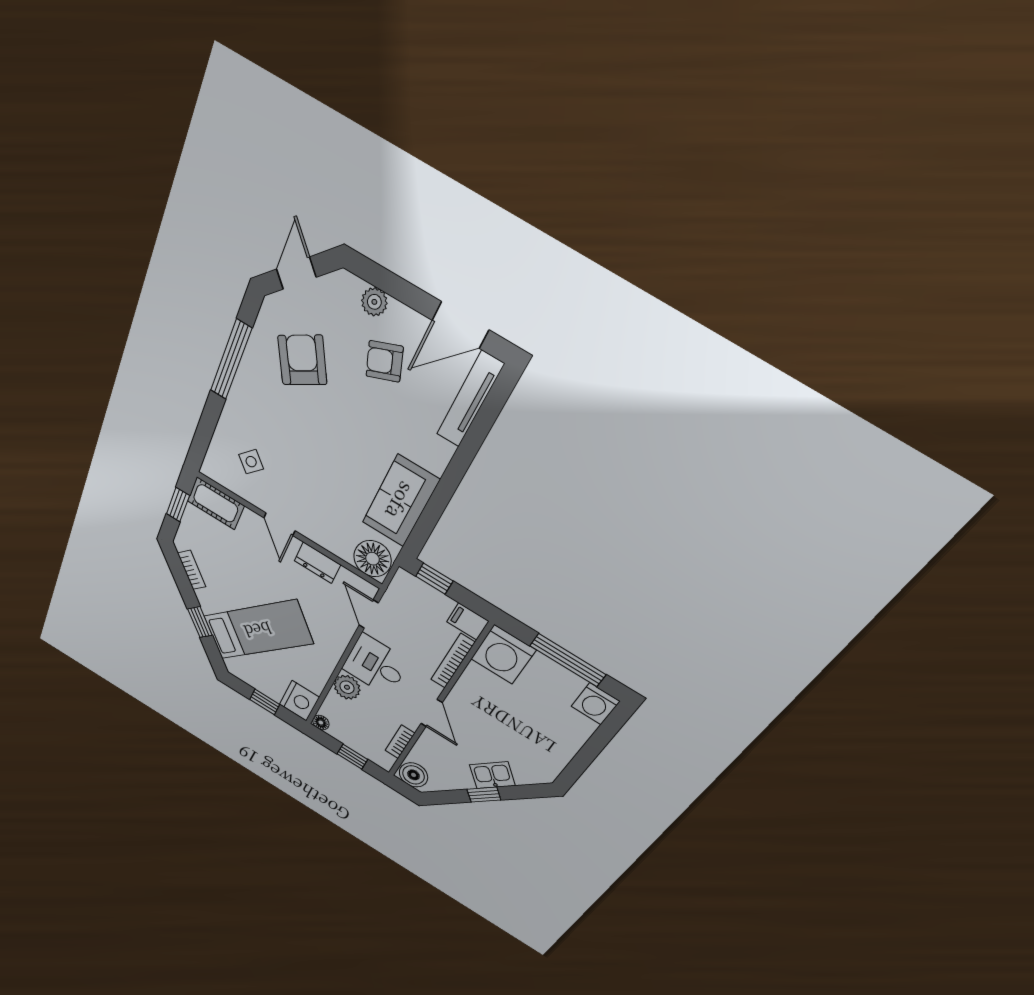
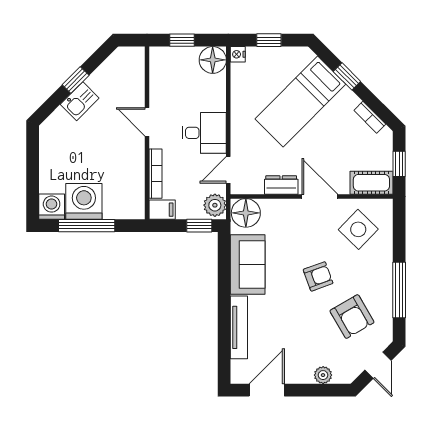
armchair: (385, 361) -> (318, 276), moved
tv unit: (470, 399) -> (239, 327), moved
side table: (251, 462) -> (358, 229), width x1.87, depth x1.87
door: (279, 524) -> (320, 196), width x1.38
door: (369, 614) -> (228, 170), swing flipped
washing machine: (503, 655) -> (84, 201), moved
plant: (347, 687) -> (215, 205), moved
nightstand: (299, 701) -> (238, 54), width x0.53, depth x0.56
floor lamp: (321, 723) -> (213, 60), width x1.89, depth x1.89
bookcase: (400, 742) -> (155, 80), removed
boiler: (414, 775) -> (131, 59), removed

